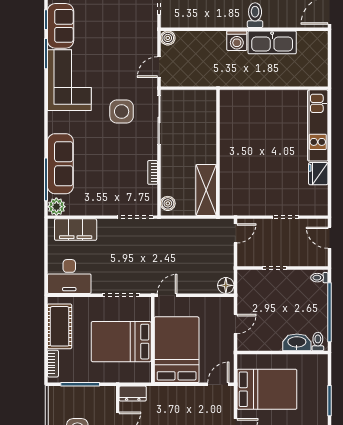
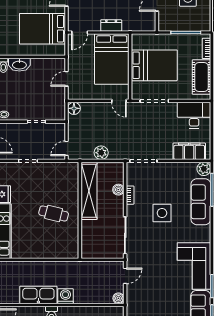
side table: (122, 111) -> (162, 213), moved
cafe table: (252, 148) -> (54, 213), added
shelving: (206, 190) -> (89, 191), width x1.47
boiler: (168, 203) -> (118, 190), moved
plant: (190, 228) -> (101, 153), added
door: (167, 295) -> (119, 101), hinge flipped
dresser: (133, 394) -> (111, 25), moved

